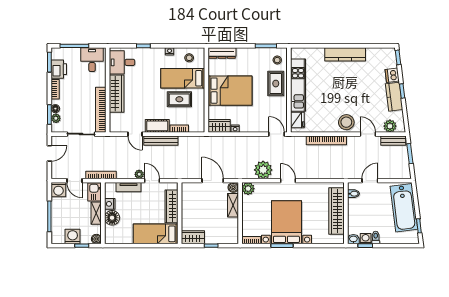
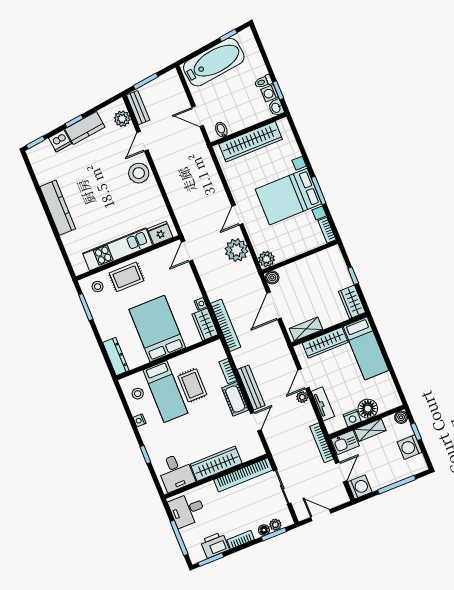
bookcase: (326, 140) -> (226, 325), moved
shelving: (233, 205) -> (306, 329), moved

